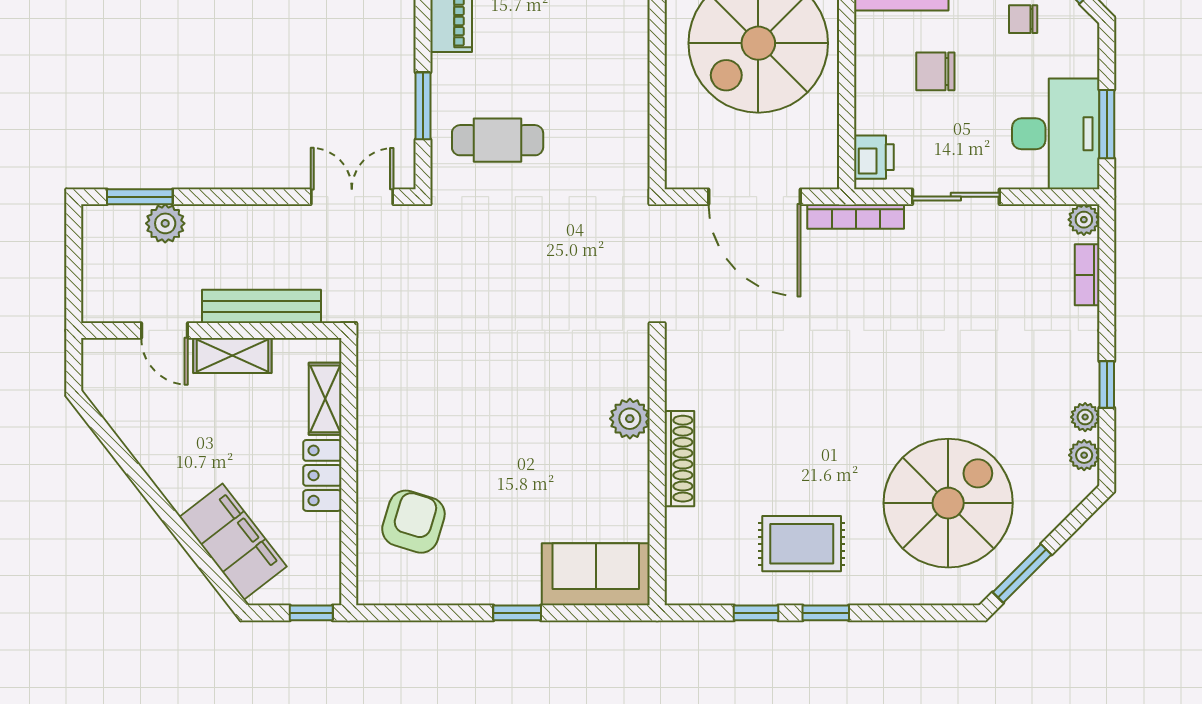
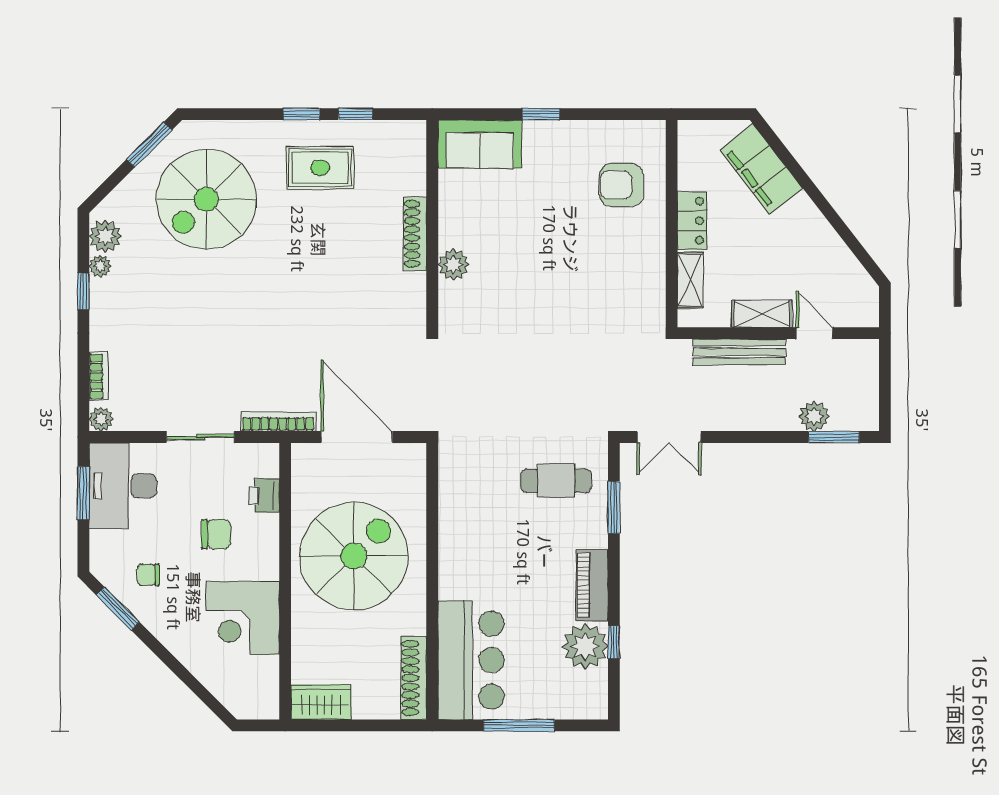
chair: (1023, 19) -> (148, 575), turned 180
printer: (874, 157) -> (264, 496), moved
plant: (1084, 455) -> (105, 236), width x1.38, depth x1.38
armchair: (413, 522) -> (621, 185), turned 73
window: (311, 613) -> (701, 114), removed

